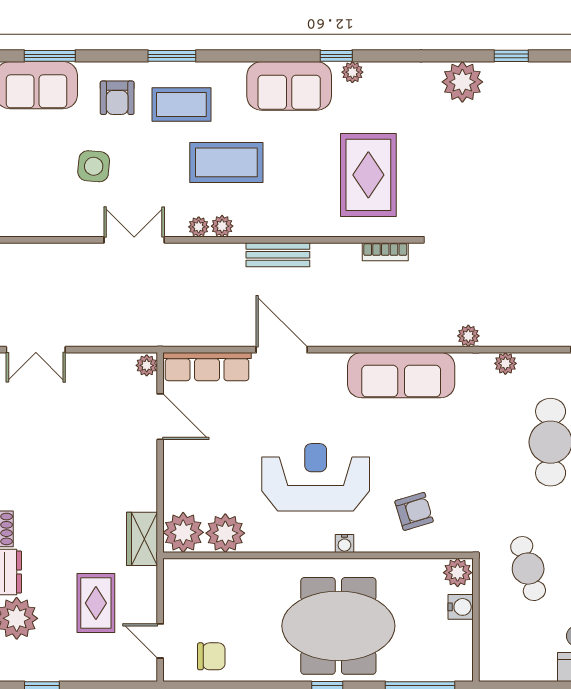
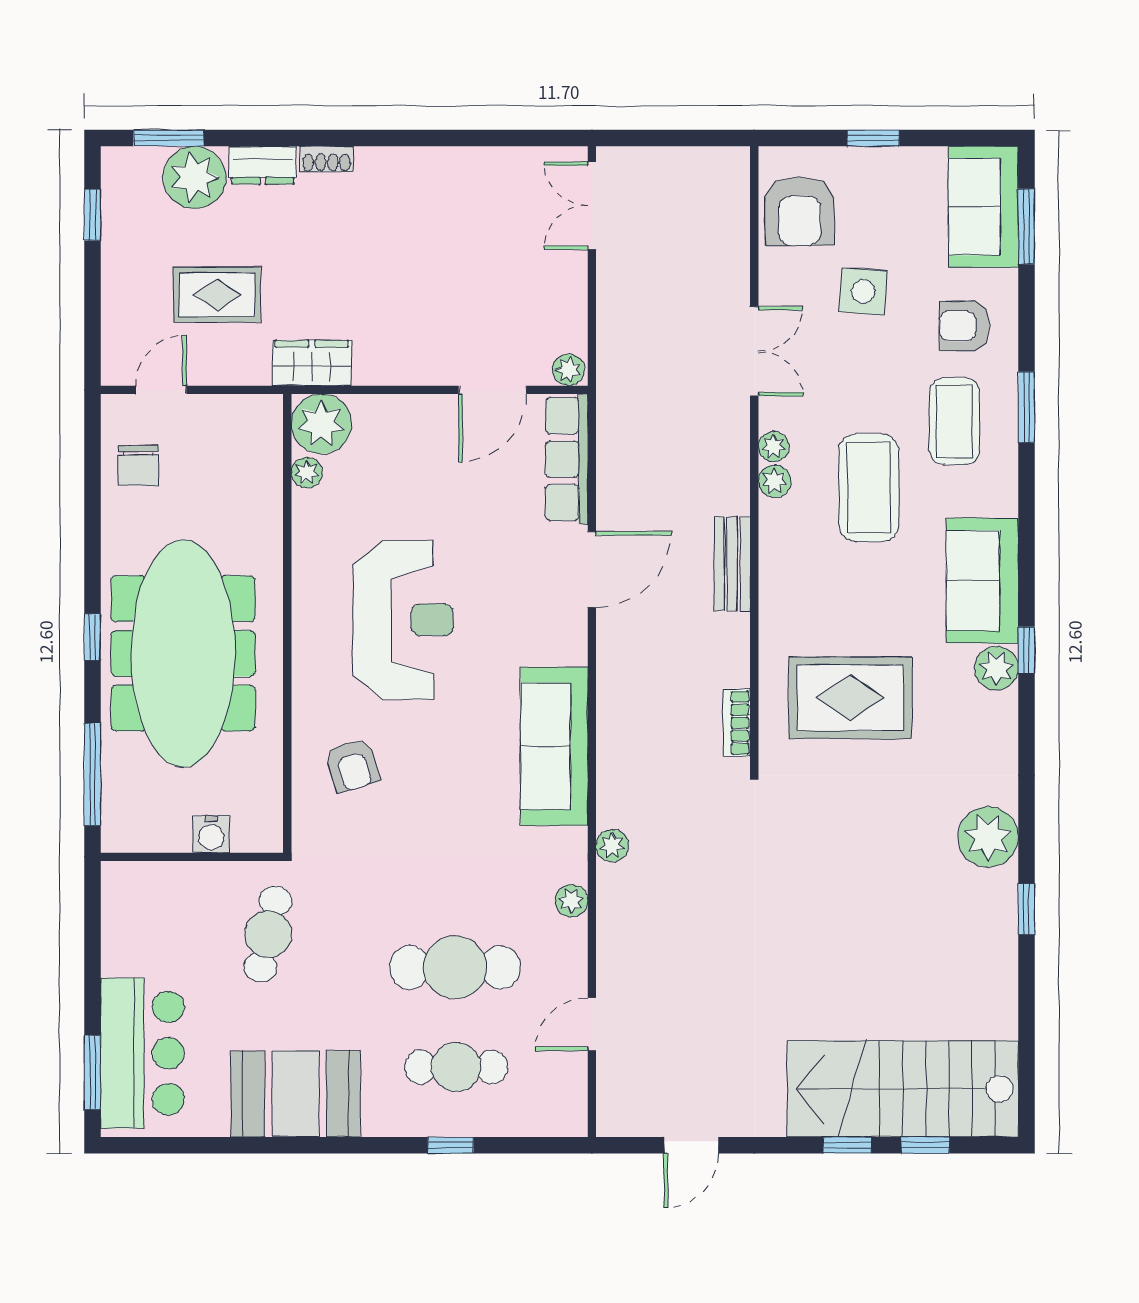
plant: (352, 72) -> (996, 668), width x1.38, depth x1.38
armchair: (39, 209) -> (800, 211), added
plant: (225, 533) -> (307, 473), width x0.53, depth x0.53
water cooler: (344, 544) -> (305, 662), removed
cafe table: (528, 569) -> (268, 934), turned -61
plant: (458, 573) -> (262, 830), removed
meeting table: (338, 626) -> (183, 653), width x1.36

